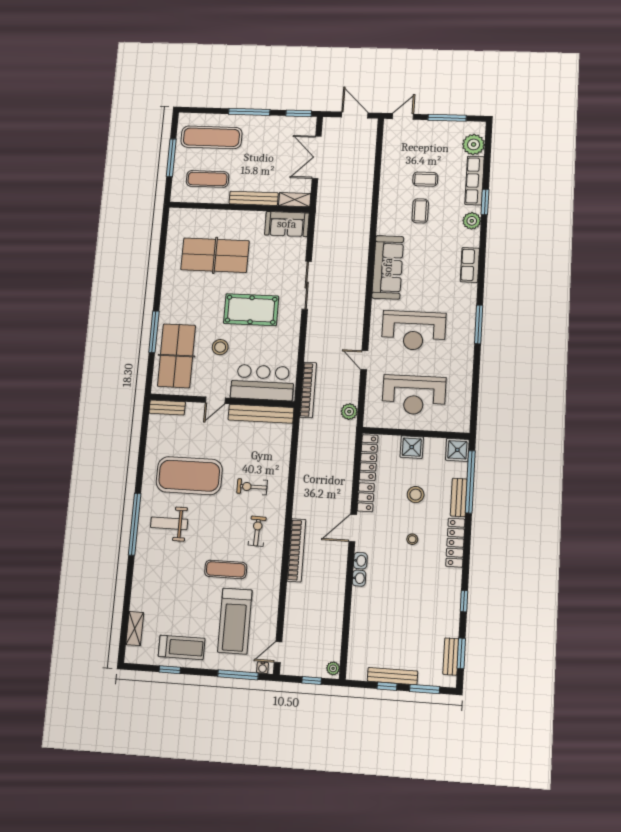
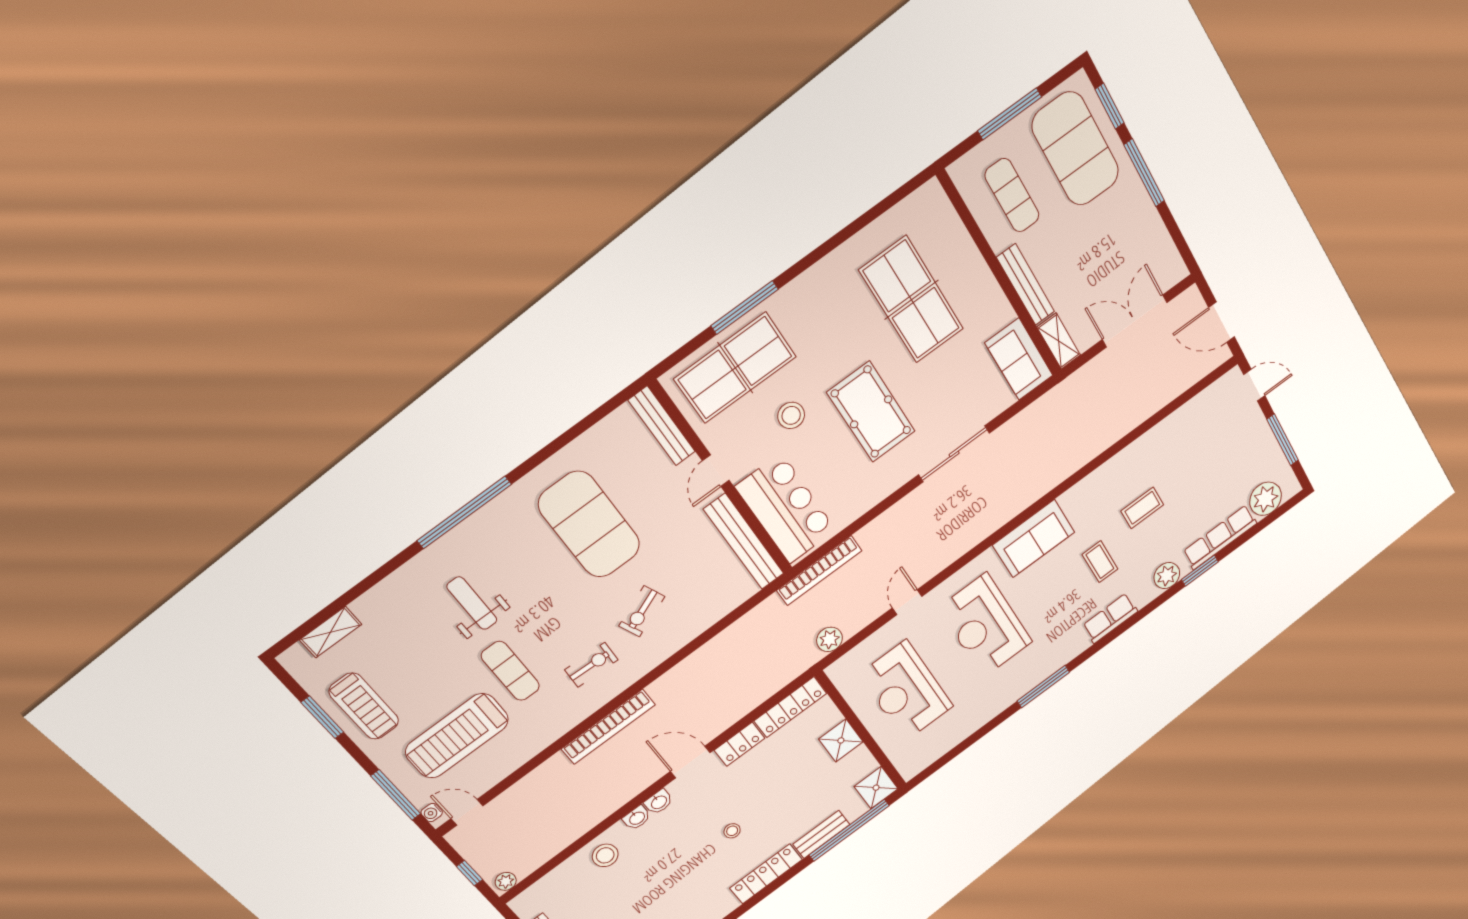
window: (299, 113) -> (1110, 106), moved
door: (355, 115) -> (1222, 322), swing flipped
exercise mat: (211, 137) -> (1075, 149), width x1.47
coffee table: (425, 179) -> (1100, 562), moved
sofa: (388, 267) -> (1034, 539), width x0.73
door: (215, 400) -> (716, 471), hinge flipped
bench: (167, 407) -> (662, 426), width x1.36
exercise bike: (252, 487) -> (642, 611), turned -113
stool: (416, 495) -> (605, 855), moved
weight bench: (169, 523) -> (472, 603), moved
window: (170, 670) -> (322, 717), width x1.50

